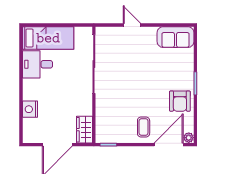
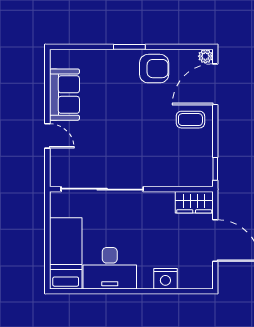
door: (132, 25) -> (47, 136), swing flipped
sofa: (176, 37) -> (64, 95), moved
desk: (37, 64) -> (110, 268), width x1.37
door: (169, 145) -> (215, 84), hinge flipped

